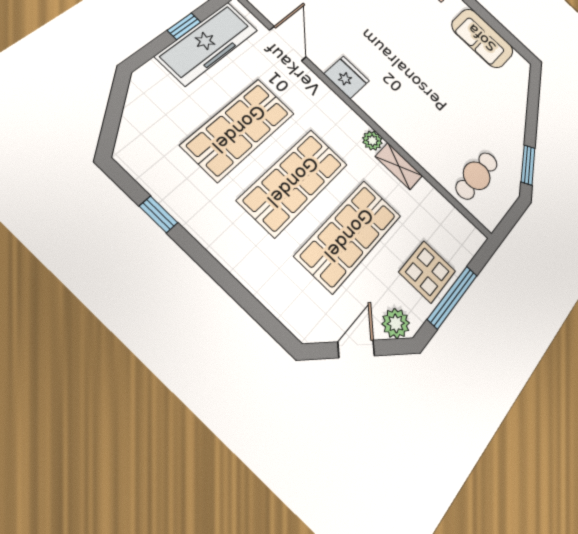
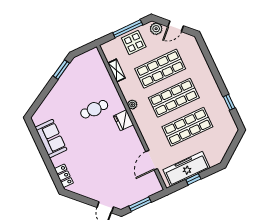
fridge: (347, 77) -> (123, 120), moved
shelving: (399, 166) -> (116, 71), moved
cafe table: (477, 176) -> (94, 109), moved

